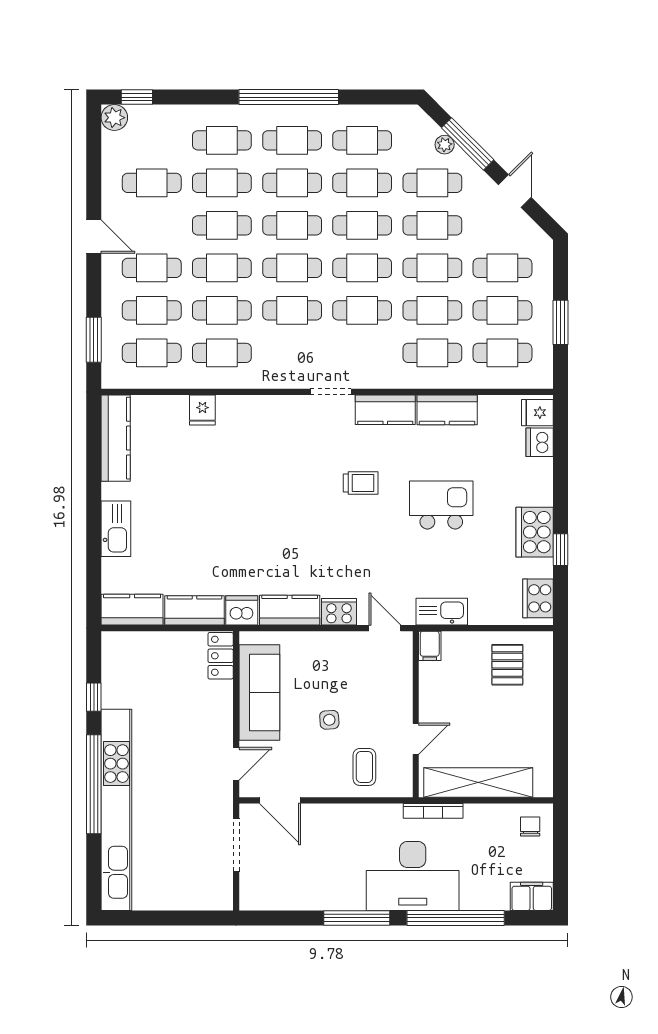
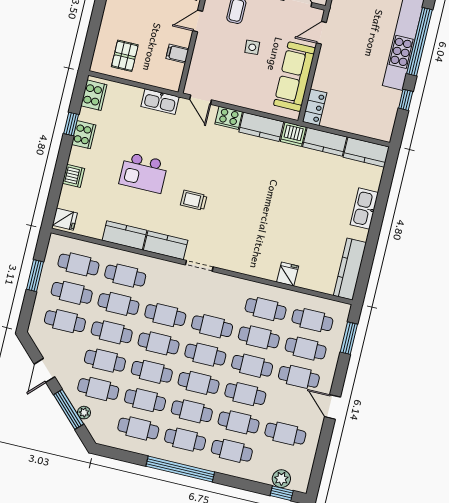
plant: (114, 118) -> (281, 479), moved
dishwasher: (540, 442) -> (73, 176), moved
cooker: (535, 532) -> (84, 135), width x0.73, depth x0.76
filing cabinet: (430, 646) -> (177, 54), moved, turned -90

